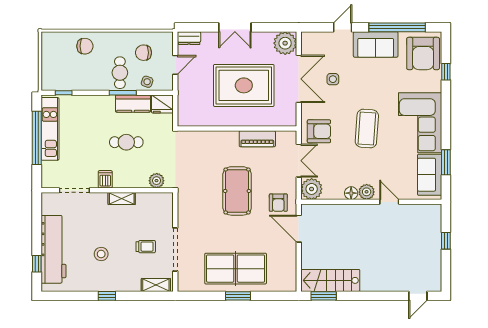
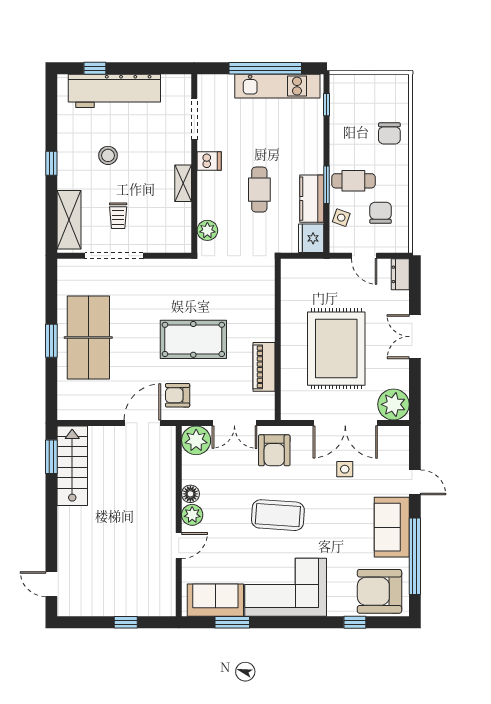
shelving: (156, 285) -> (69, 220), width x1.50, depth x1.33

